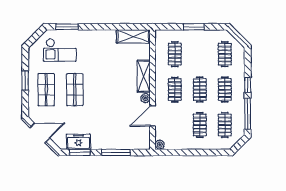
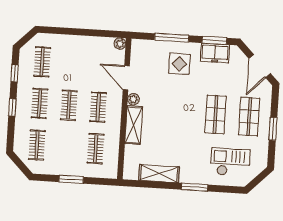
window: (67, 27) -> (195, 187), moved
shelving: (133, 36) -> (159, 174), moved
window: (248, 114) -> (15, 73), width x0.46
door: (153, 116) -> (126, 78), swing flipped
clothes rail: (200, 125) -> (71, 64), removed
display table: (108, 131) -> (179, 64), added
door: (40, 133) -> (260, 66), hinge flipped

